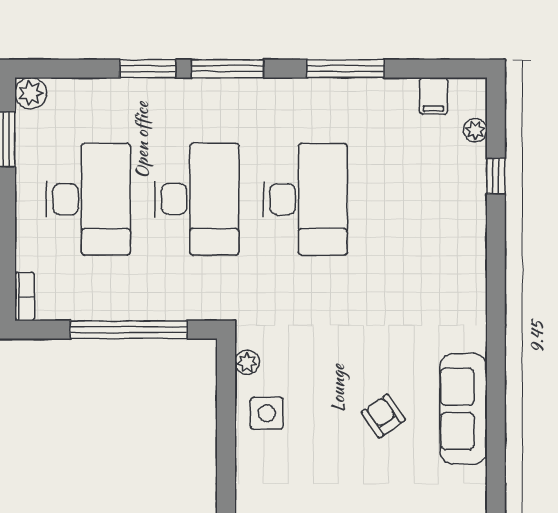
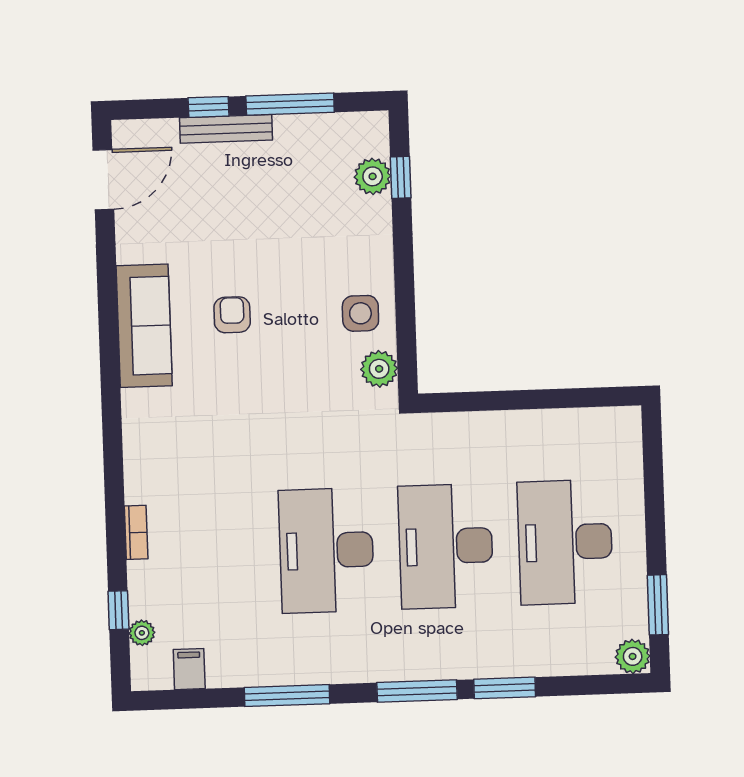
window: (496, 176) -> (118, 610), moved
bookcase: (25, 296) -> (136, 532), moved, turned 180
window: (129, 330) -> (516, 400), removed
plant: (247, 362) -> (379, 369), width x1.38, depth x1.38
armchair: (383, 416) -> (232, 315), turned -145

